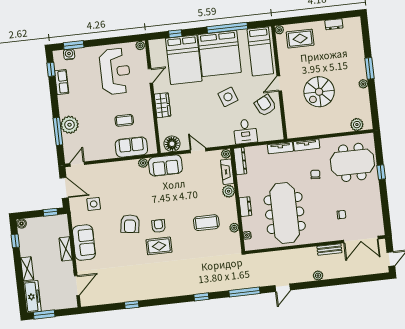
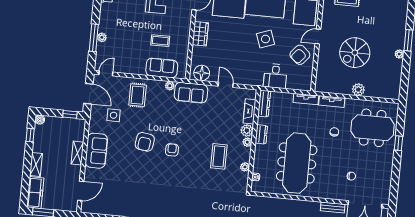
armchair: (265, 105) -> (300, 55), turned -113
plant: (70, 125) -> (102, 37), width x0.53, depth x0.53
plant: (357, 125) -> (358, 90), moved
plant: (226, 154) -> (247, 142), moved
dresser: (245, 207) -> (261, 134), moved
coffee table: (206, 223) -> (219, 156), turned 90
rug: (159, 246) -> (138, 95), moved, turned 90

